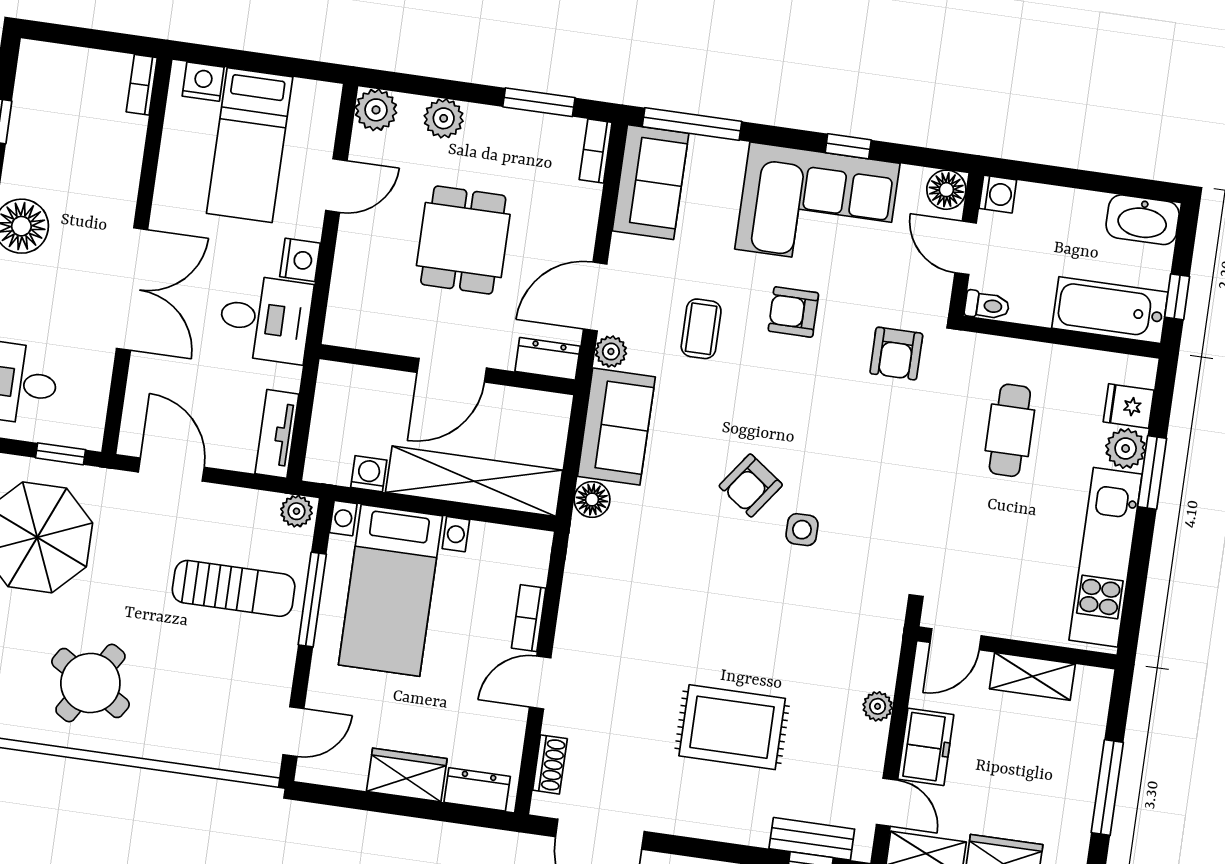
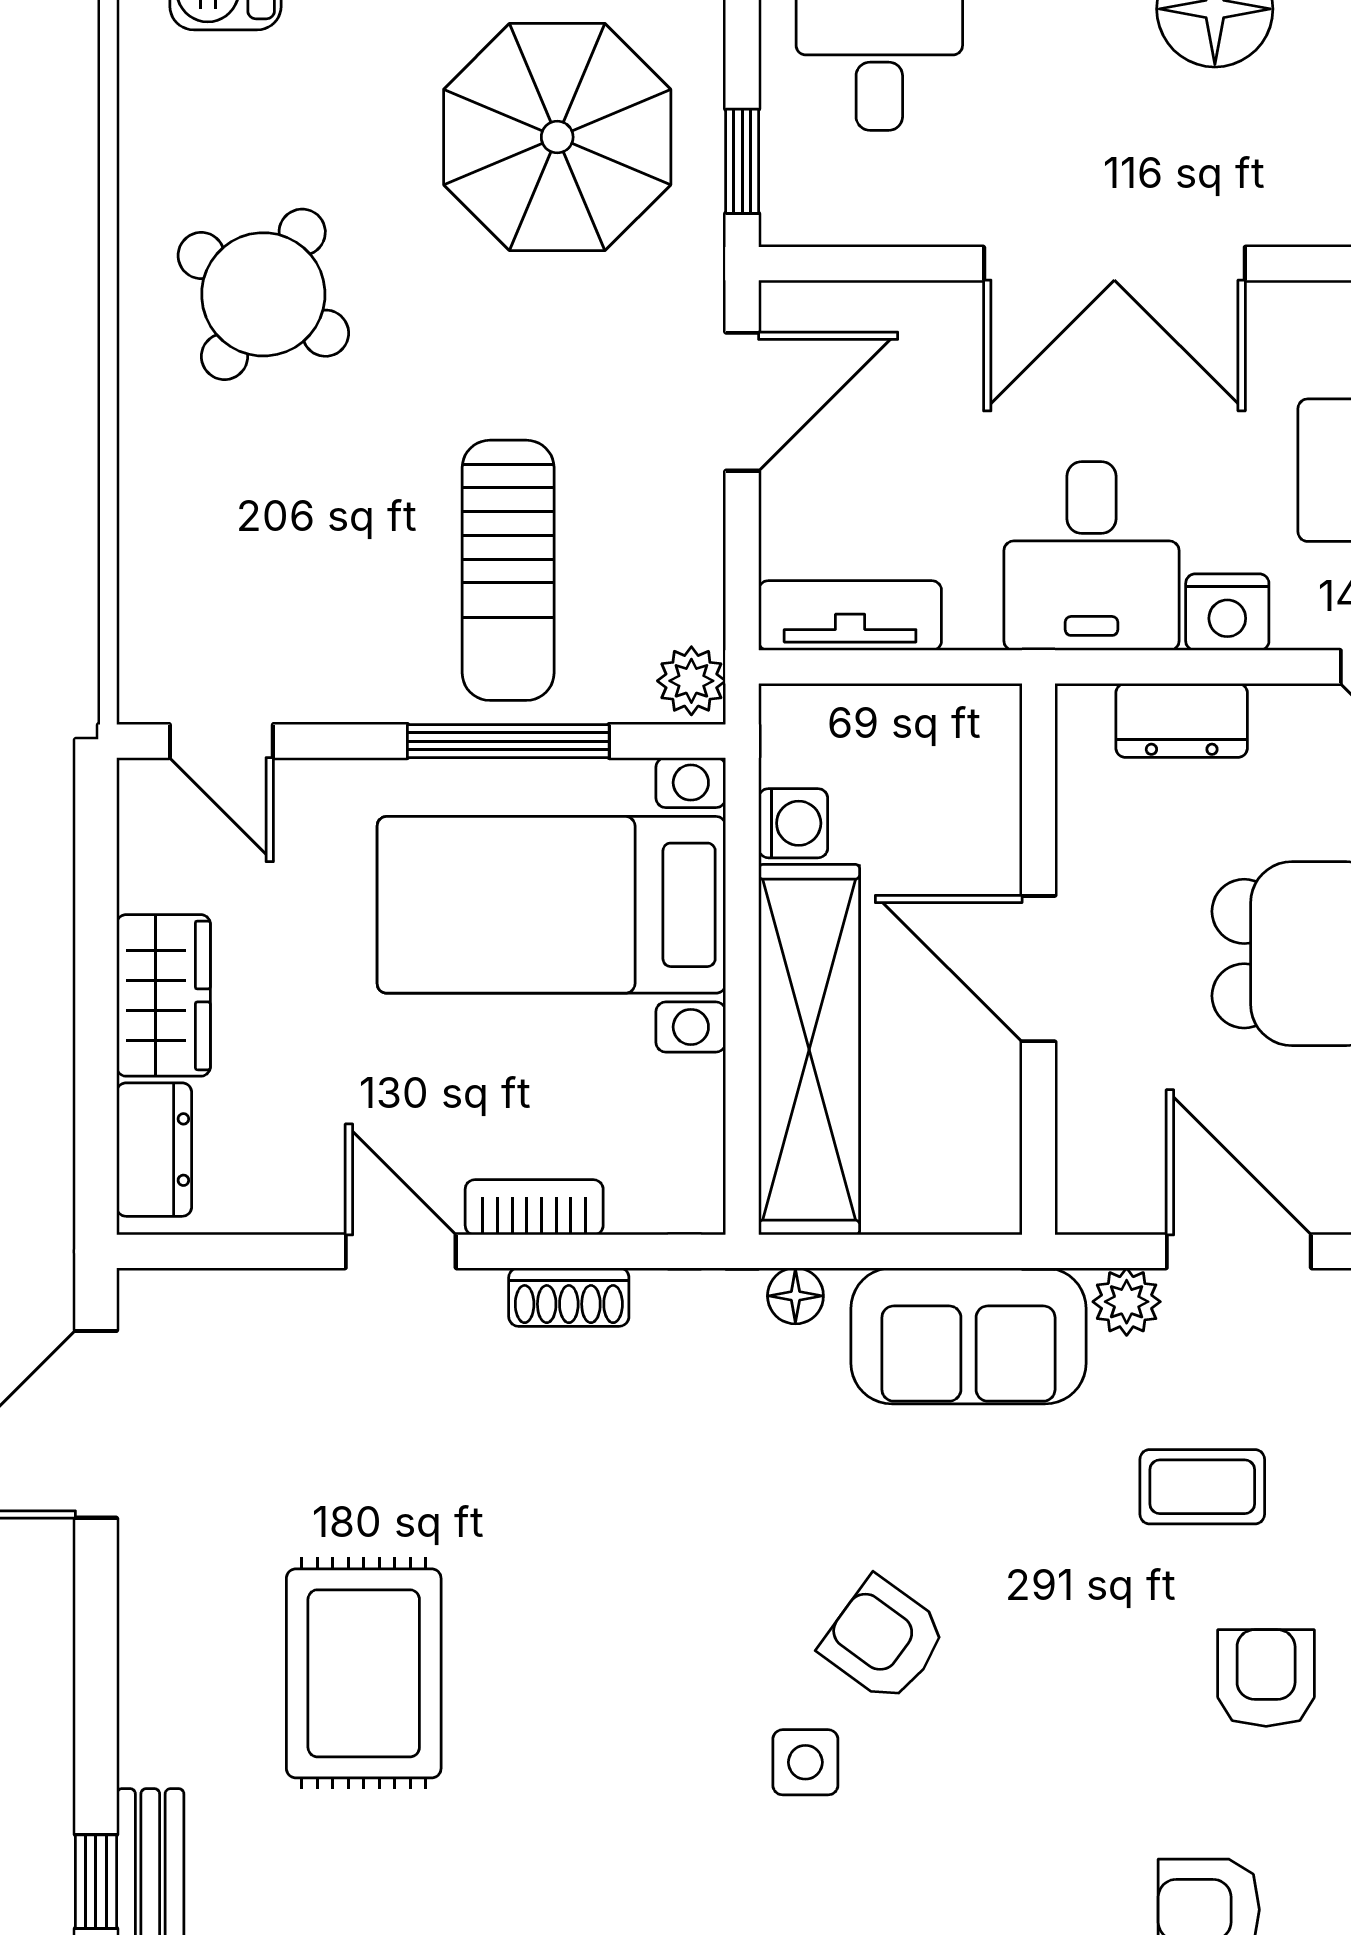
dresser: (548, 359) -> (1182, 720), moved, turned 90
floor lamp: (592, 499) -> (795, 1296), width x0.73, depth x0.73
shoe rack: (550, 764) -> (569, 1297), moved

